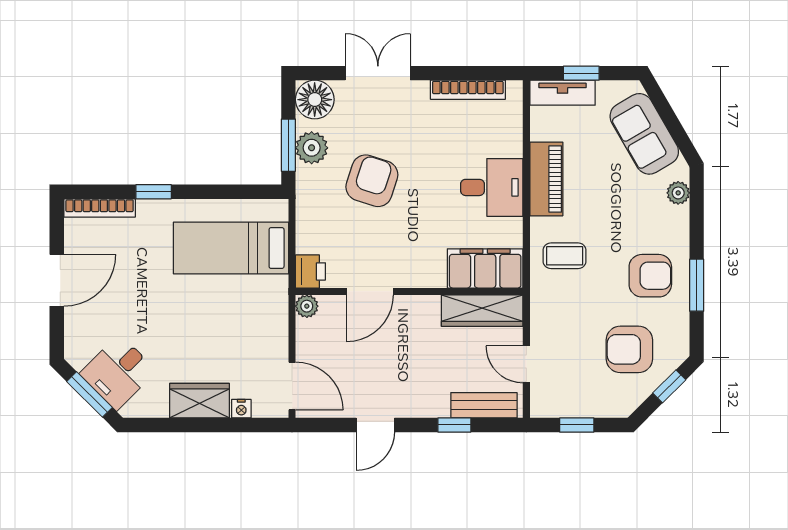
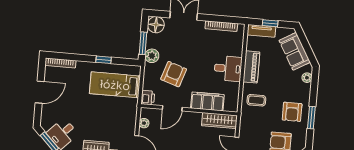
plant: (312, 148) -> (152, 56), moved
armchair: (372, 181) -> (174, 74), moved
window: (154, 192) -> (104, 60), moved
filing cabinet: (485, 268) -> (207, 101), moved
armchair: (650, 276) -> (292, 112), turned 90
plant: (307, 306) -> (144, 123), moved

